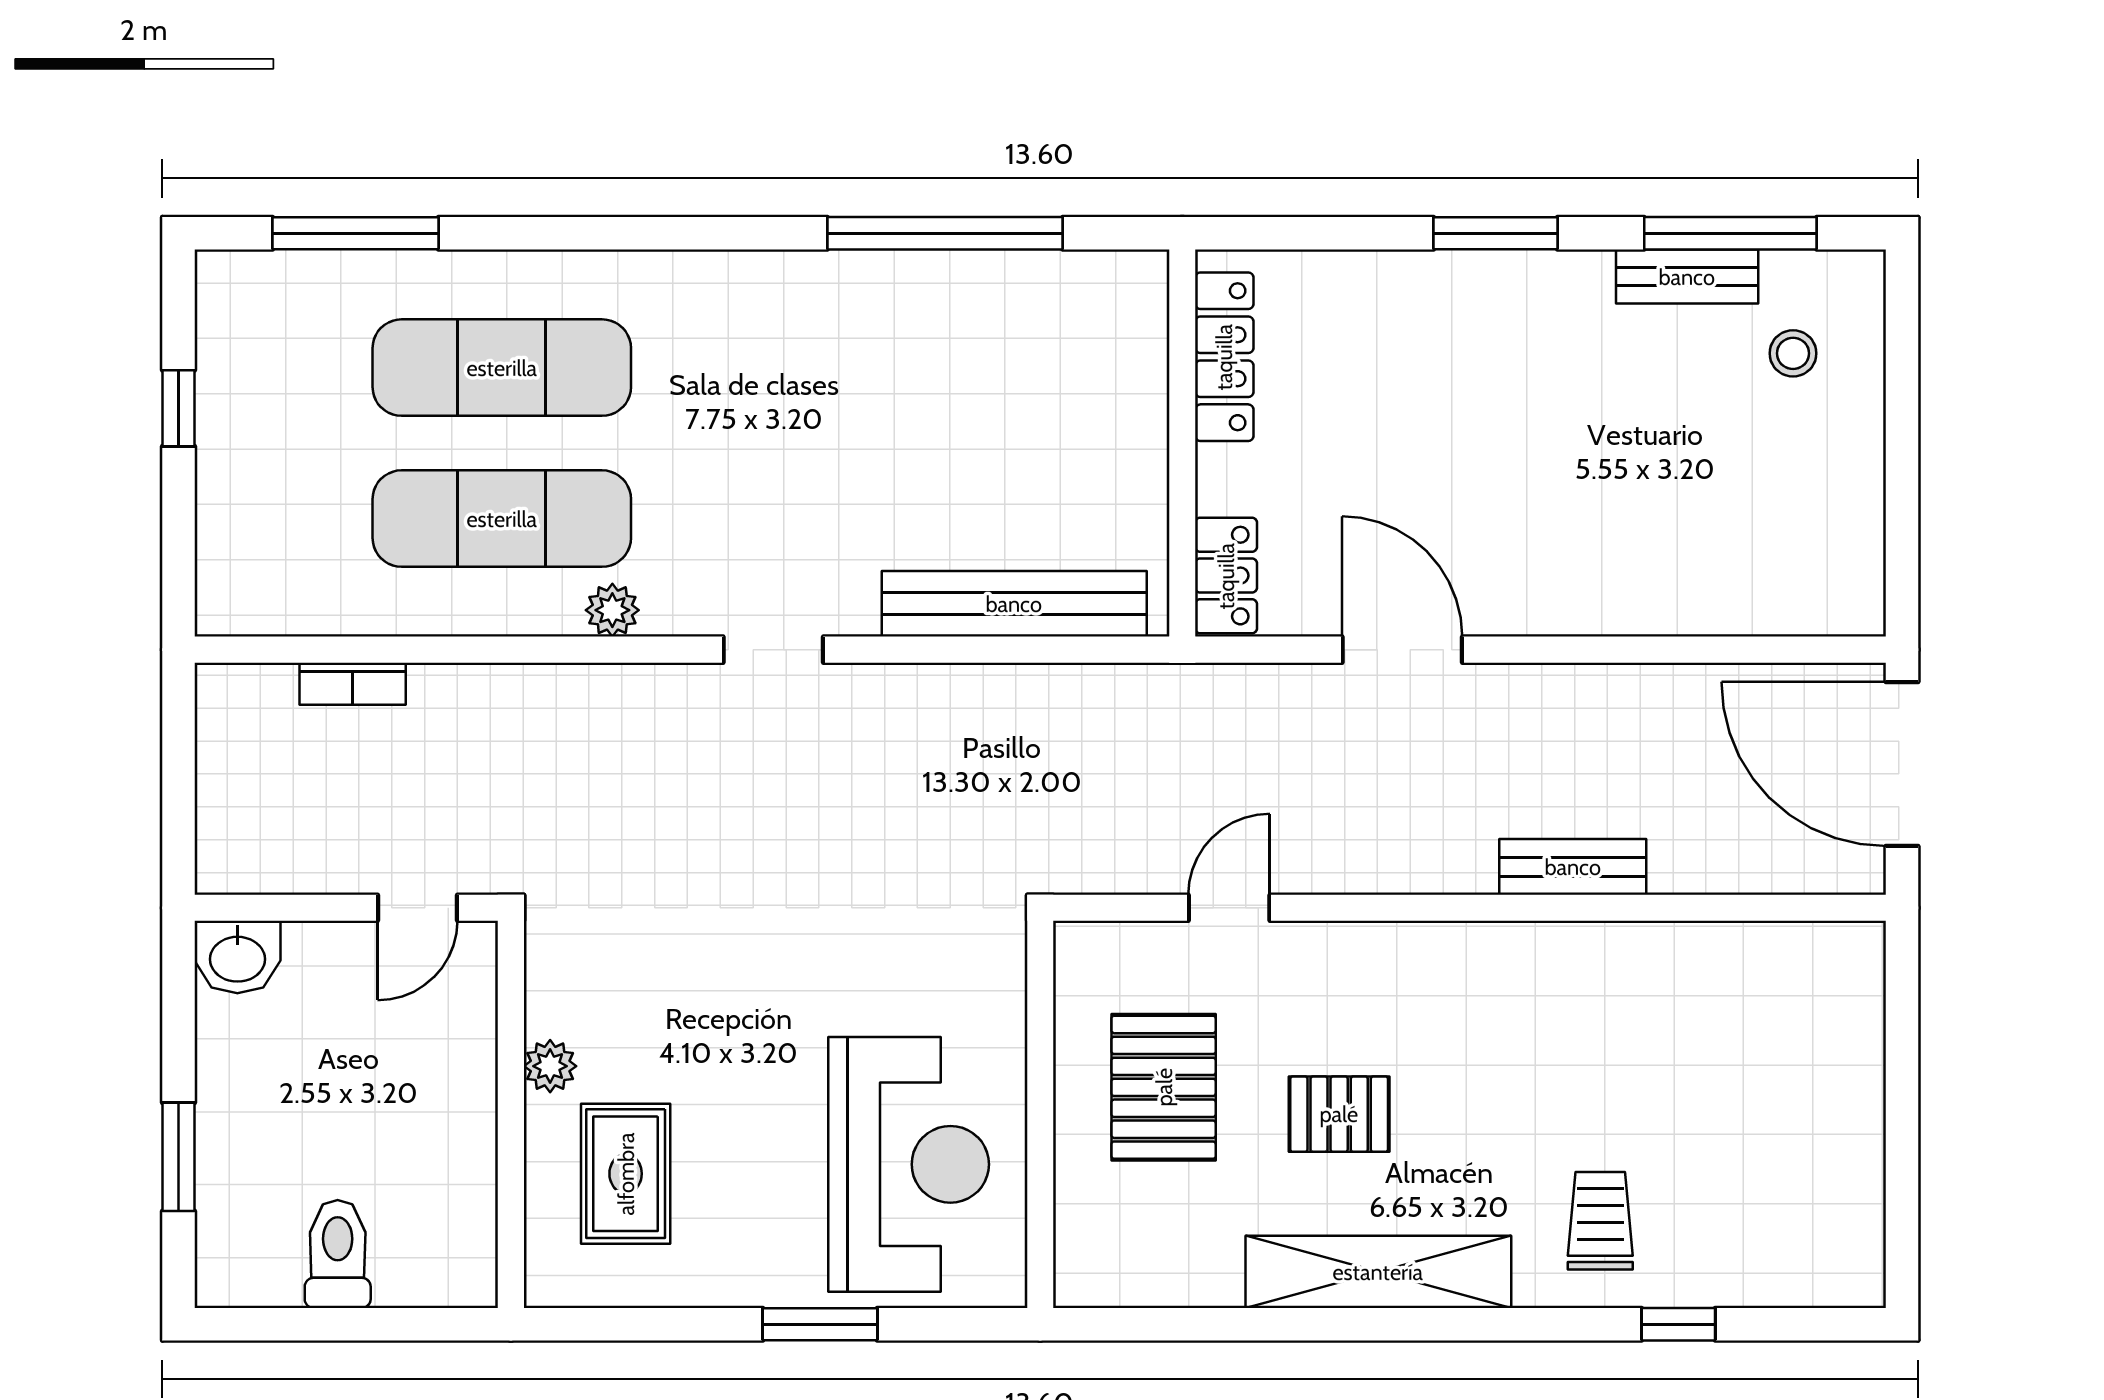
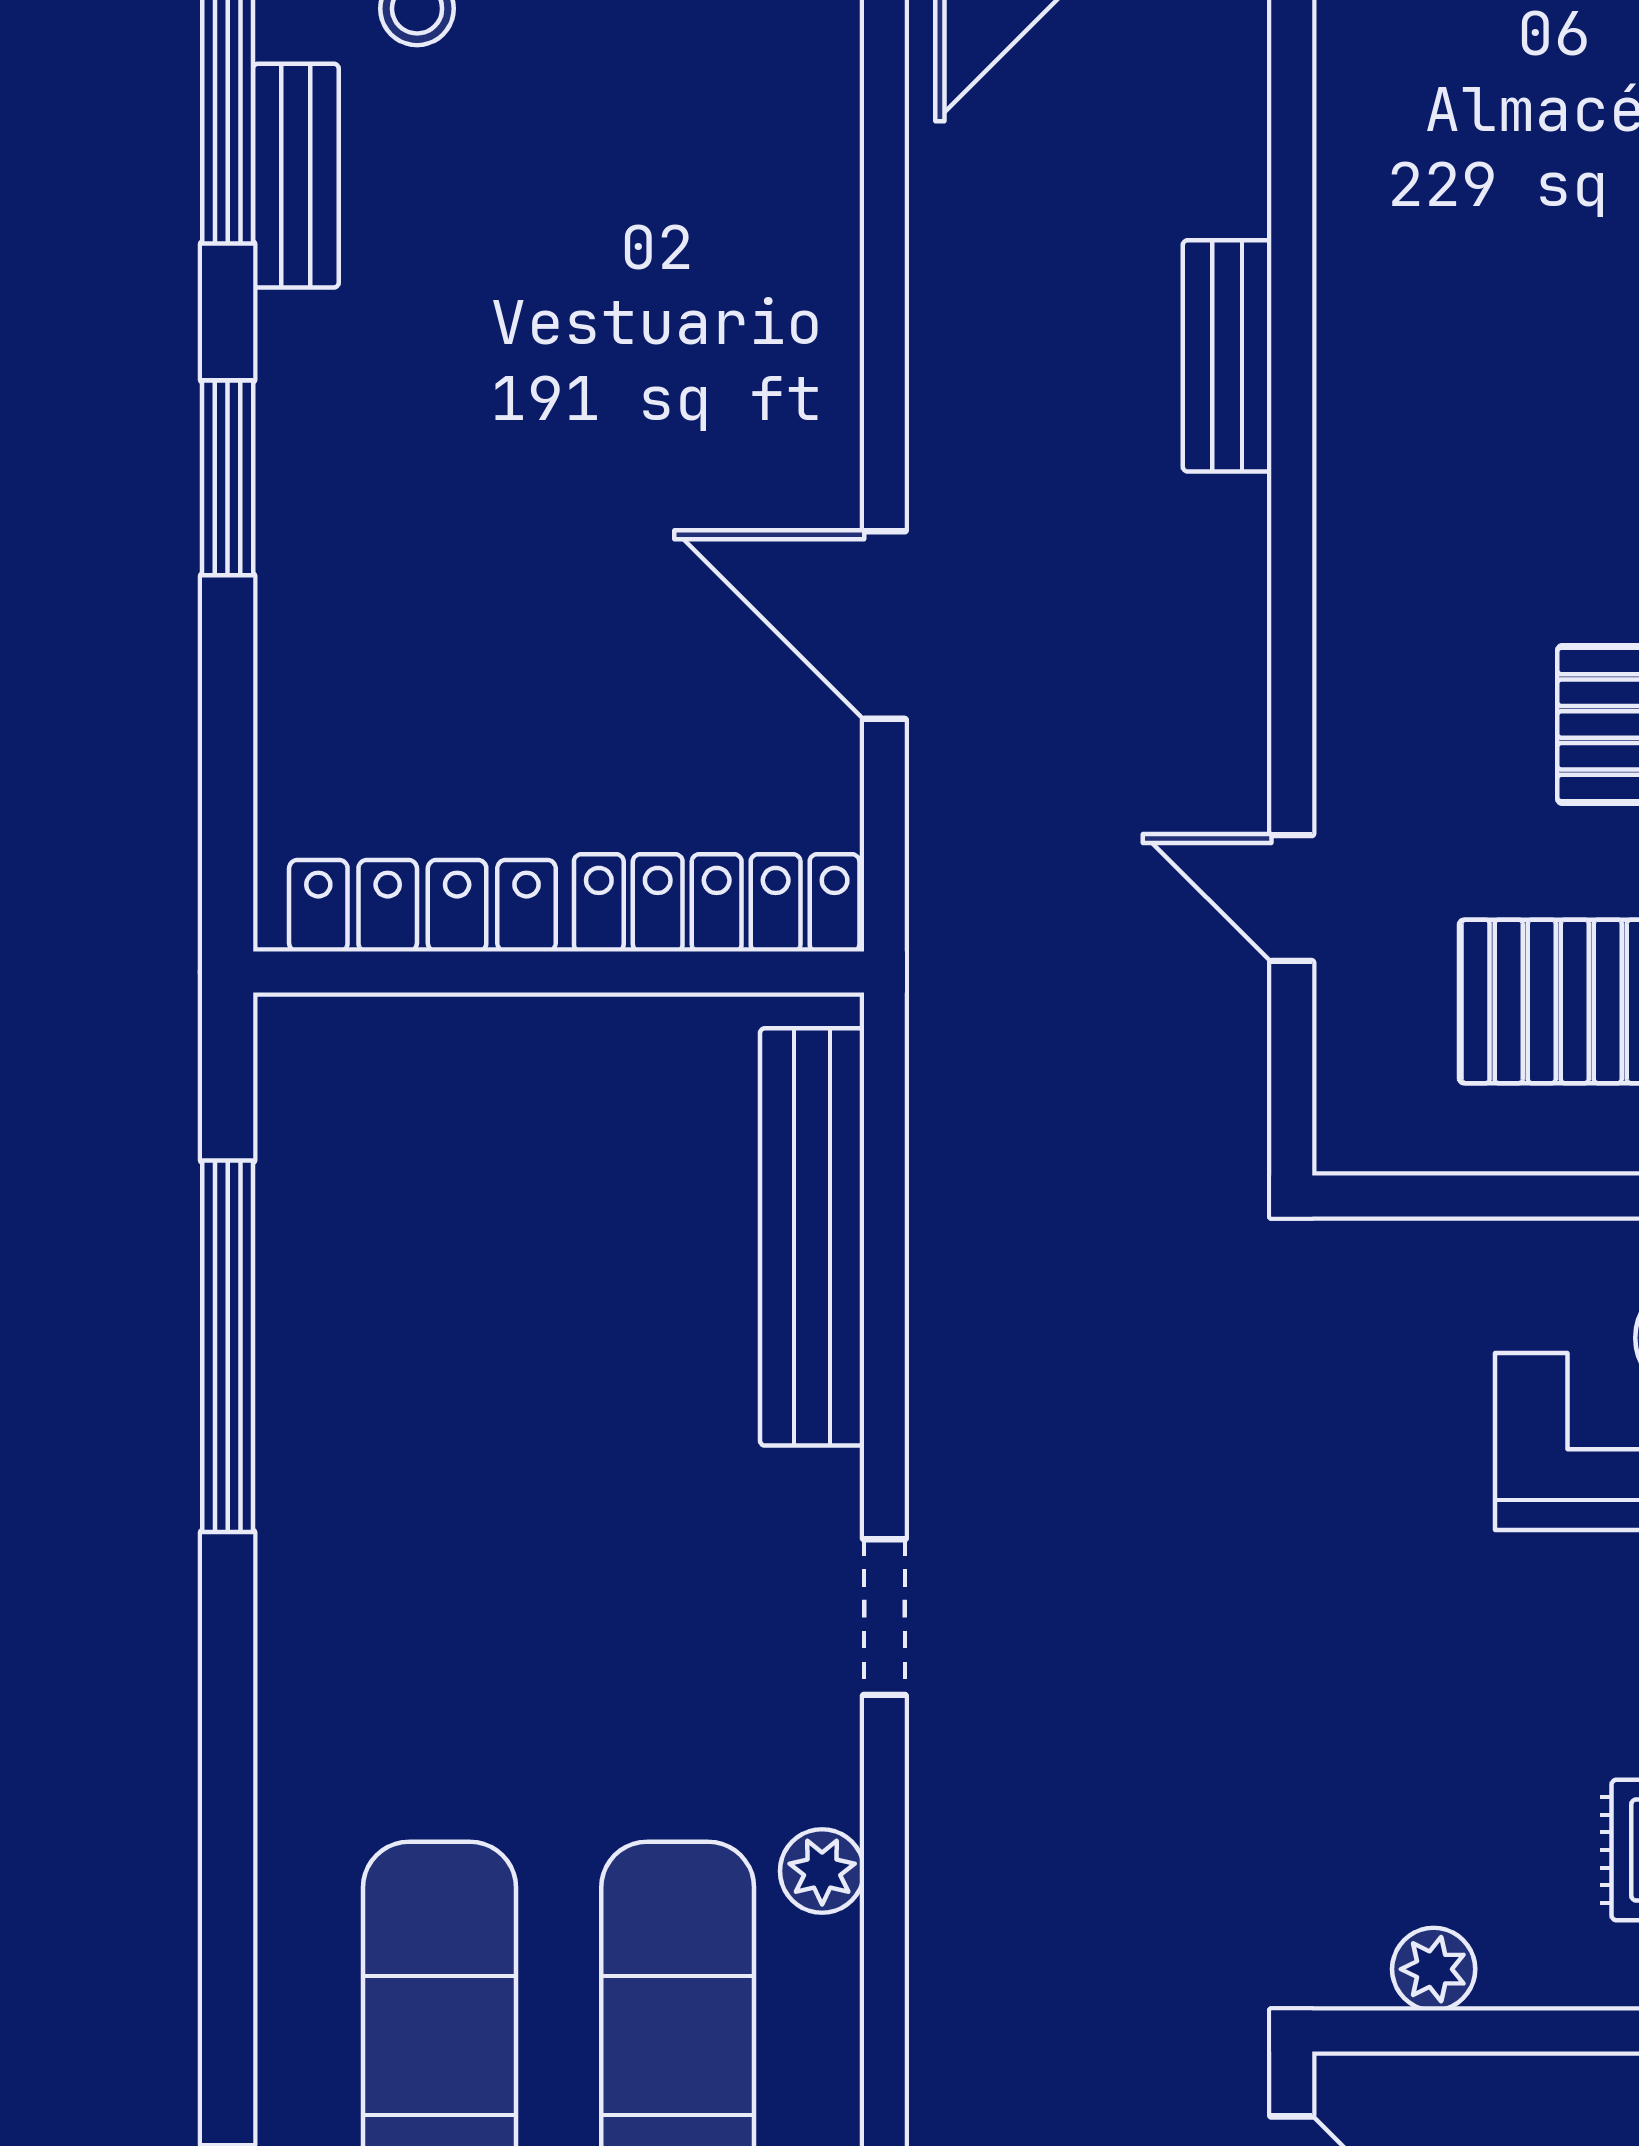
locker: (1226, 576) -> (717, 903), width x1.53
door: (1402, 650) -> (884, 625), hinge flipped
plant: (550, 1066) -> (1434, 1969), moved

